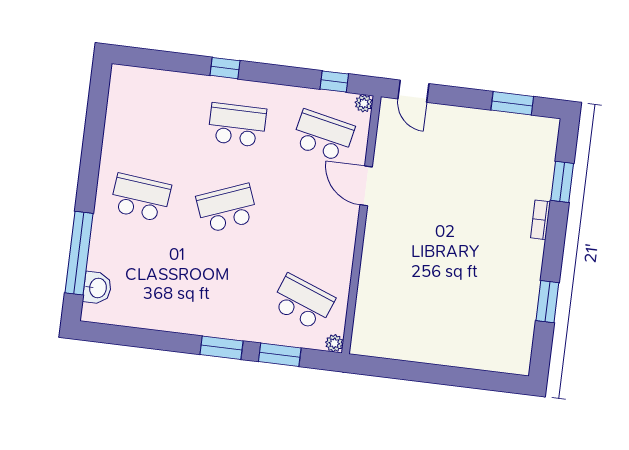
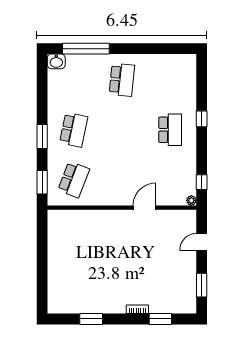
door: (413, 91) -> (202, 242), moved
school desk: (323, 136) -> (170, 180), removed
school desk: (227, 208) -> (74, 130), moved, turned 33
washbasin: (97, 288) -> (56, 61), moved
plant: (334, 343) -> (52, 200), removed
window: (280, 355) -> (42, 182), moved

